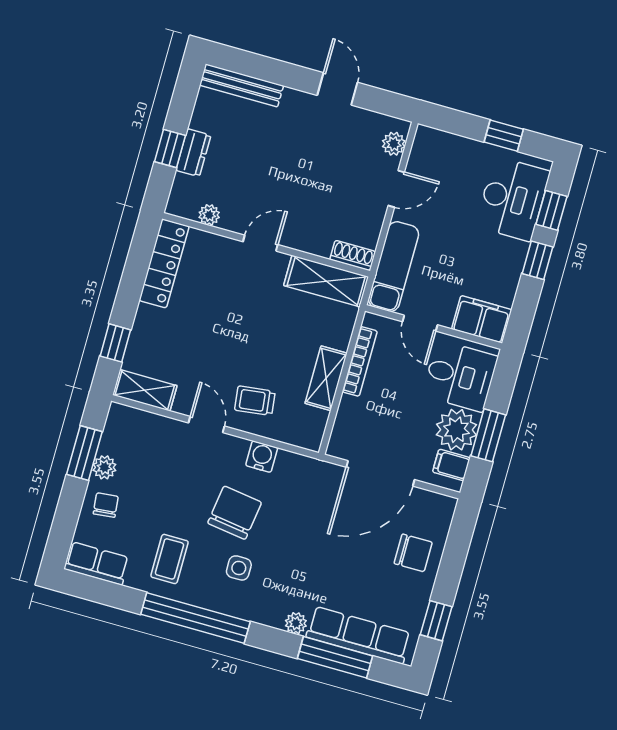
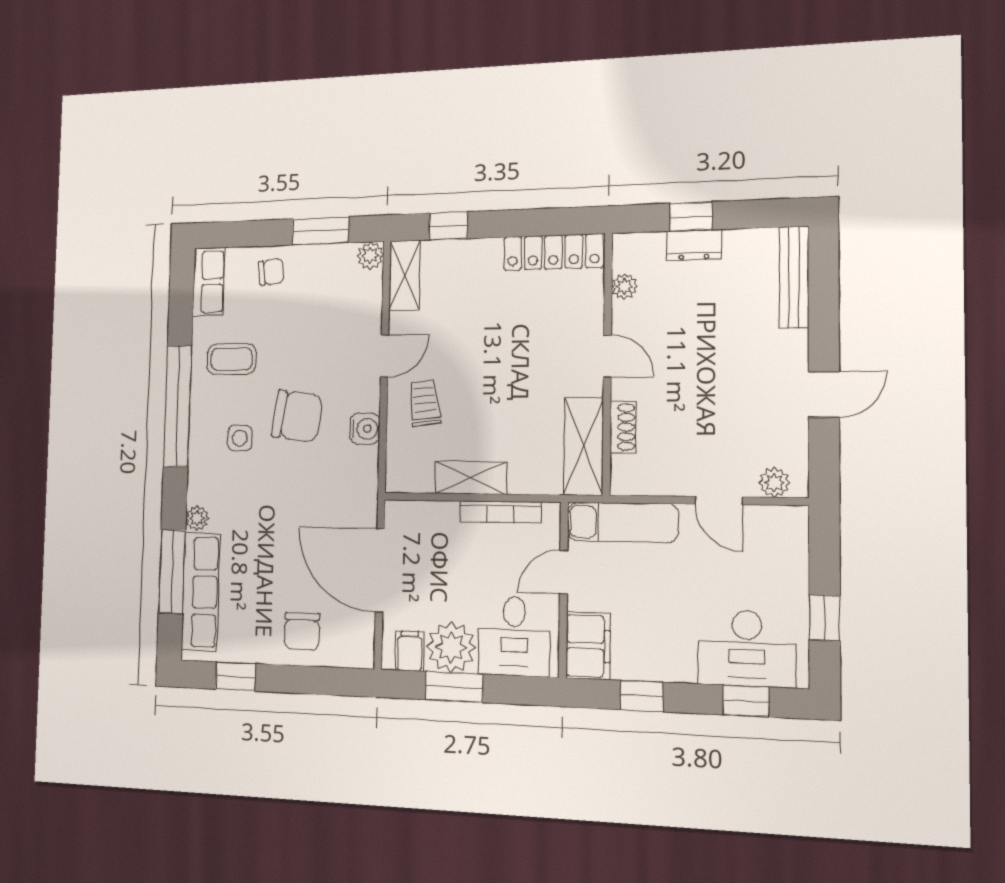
shoe rack: (353, 256) -> (623, 427), moved
window: (537, 260) -> (642, 696), moved
plant: (104, 467) -> (370, 256), moved

